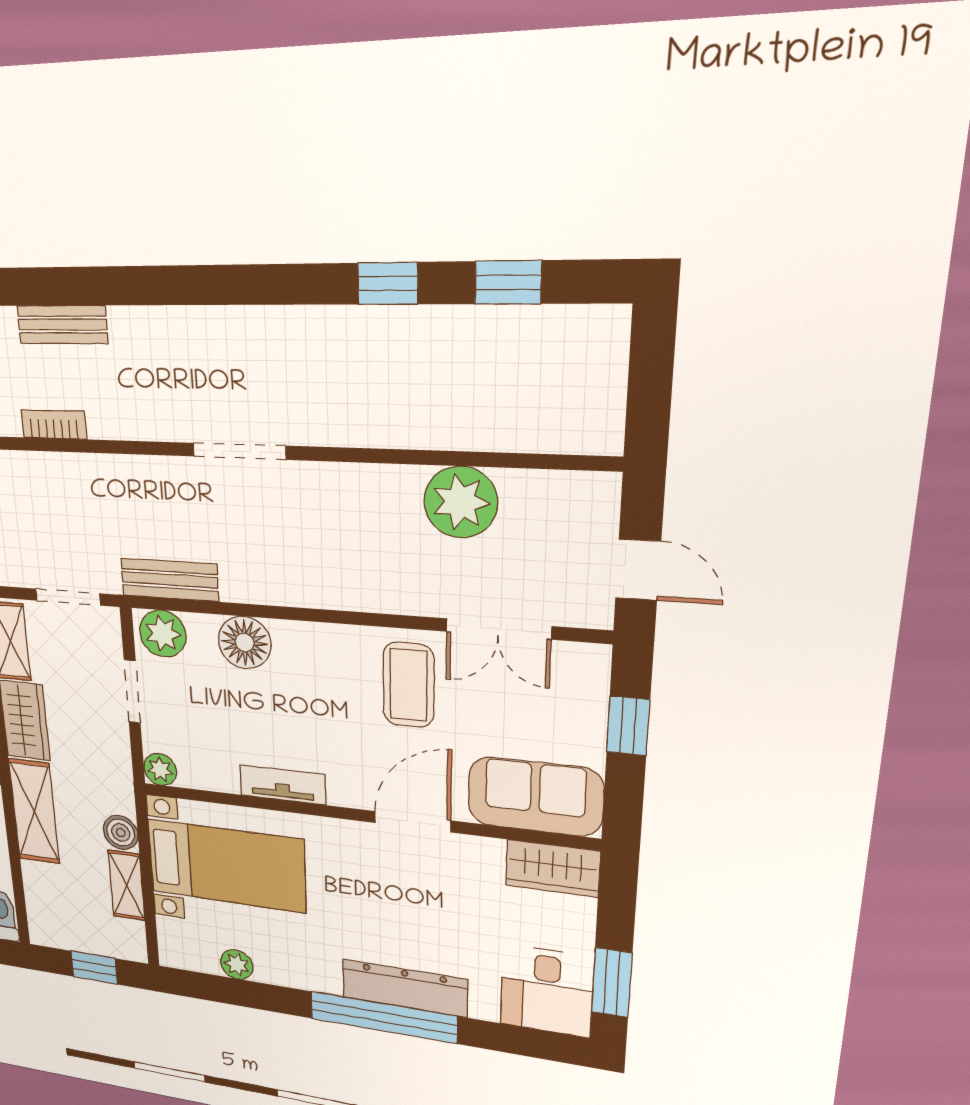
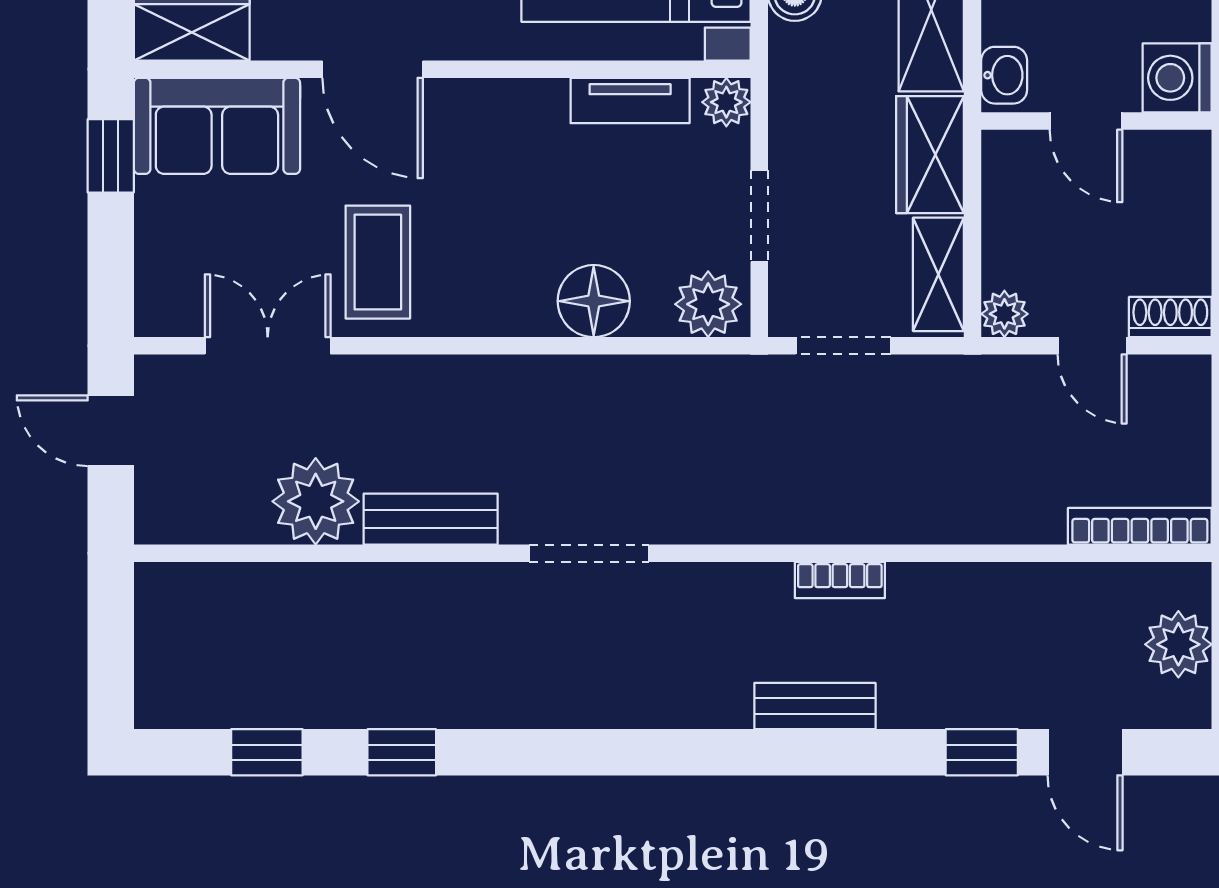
bench: (169, 580) -> (431, 519), moved
window: (628, 726) -> (111, 156), moved
tv unit: (283, 785) -> (630, 101), moved
door: (412, 822) -> (373, 69), hinge flipped

